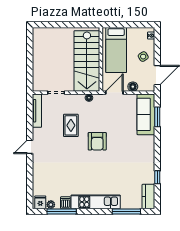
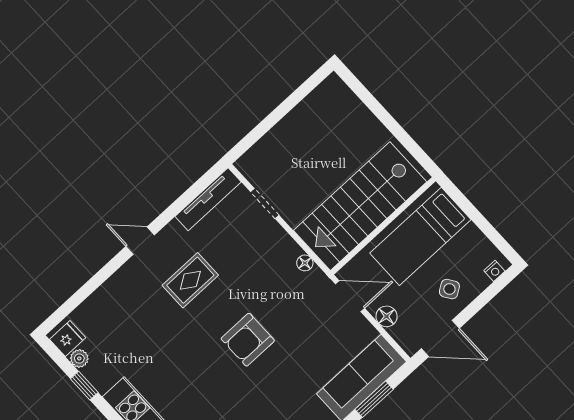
rug: (71, 125) -> (190, 280), moved
dishwasher: (65, 203) -> (104, 379), removed
window: (62, 211) -> (84, 386), width x0.46

